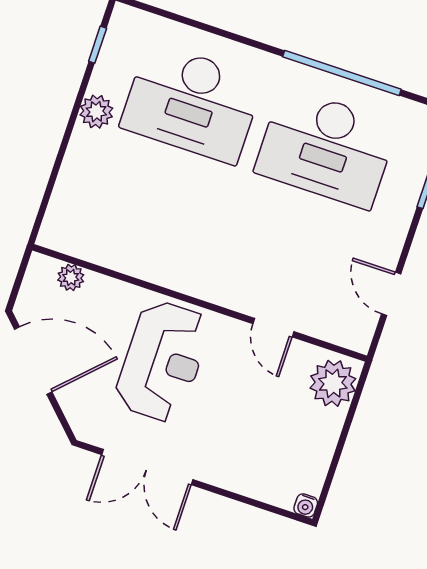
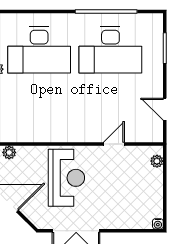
door: (273, 328) -> (114, 144), swing flipped
plant: (333, 383) -> (157, 161), width x0.53, depth x0.53

